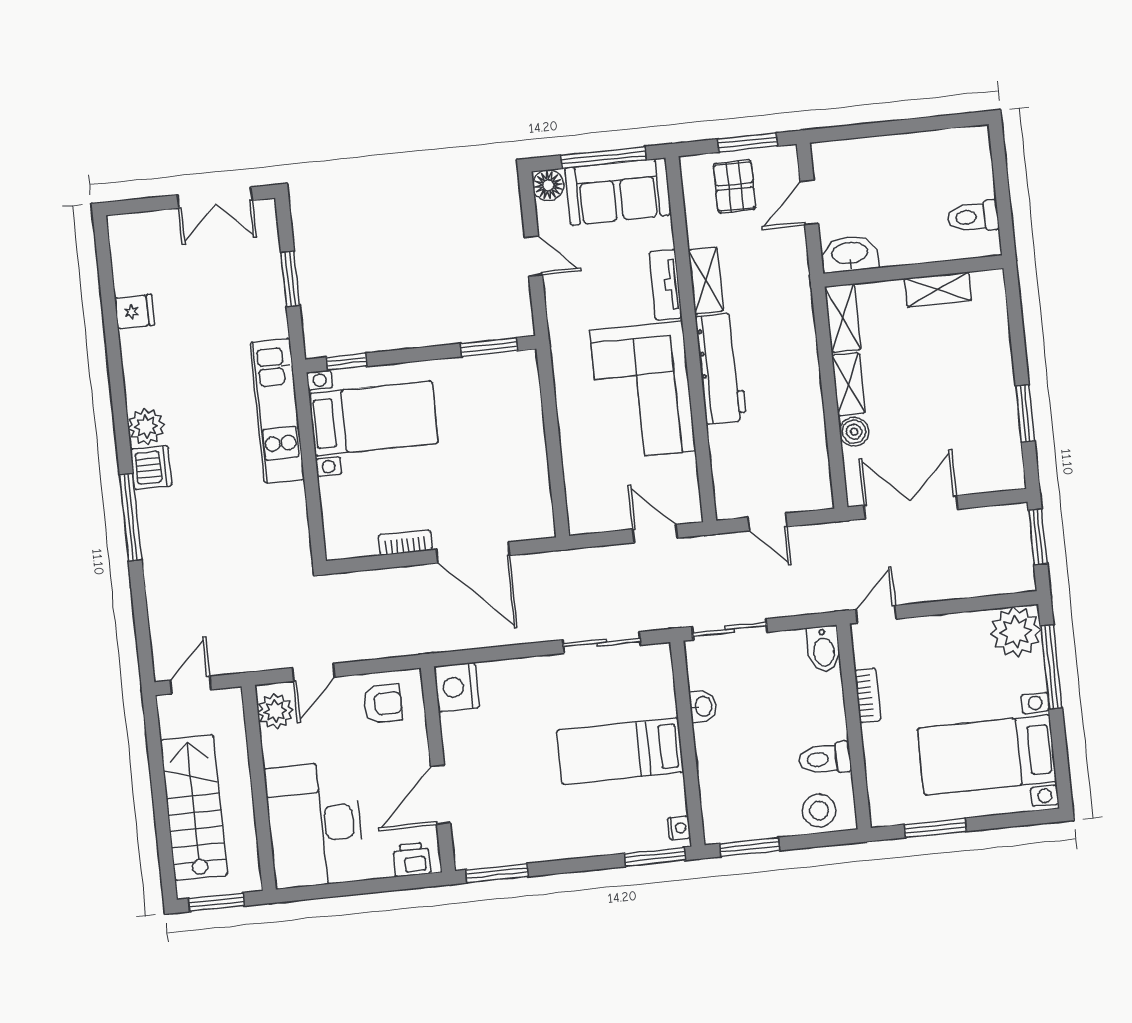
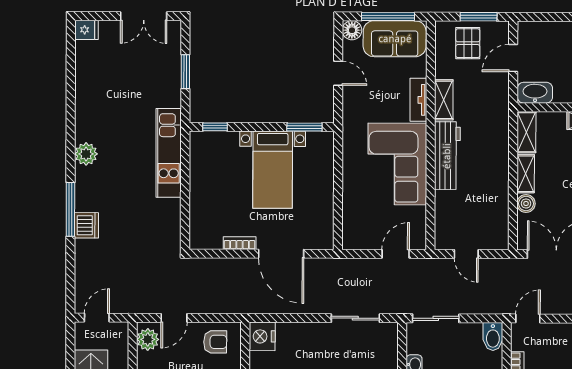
fridge: (135, 312) -> (86, 30), moved
bed with nightstands: (373, 418) -> (273, 170), moved, turned 90
dishwasher: (151, 467) -> (86, 225), moved
door: (655, 534) -> (396, 254), hinge flipped

